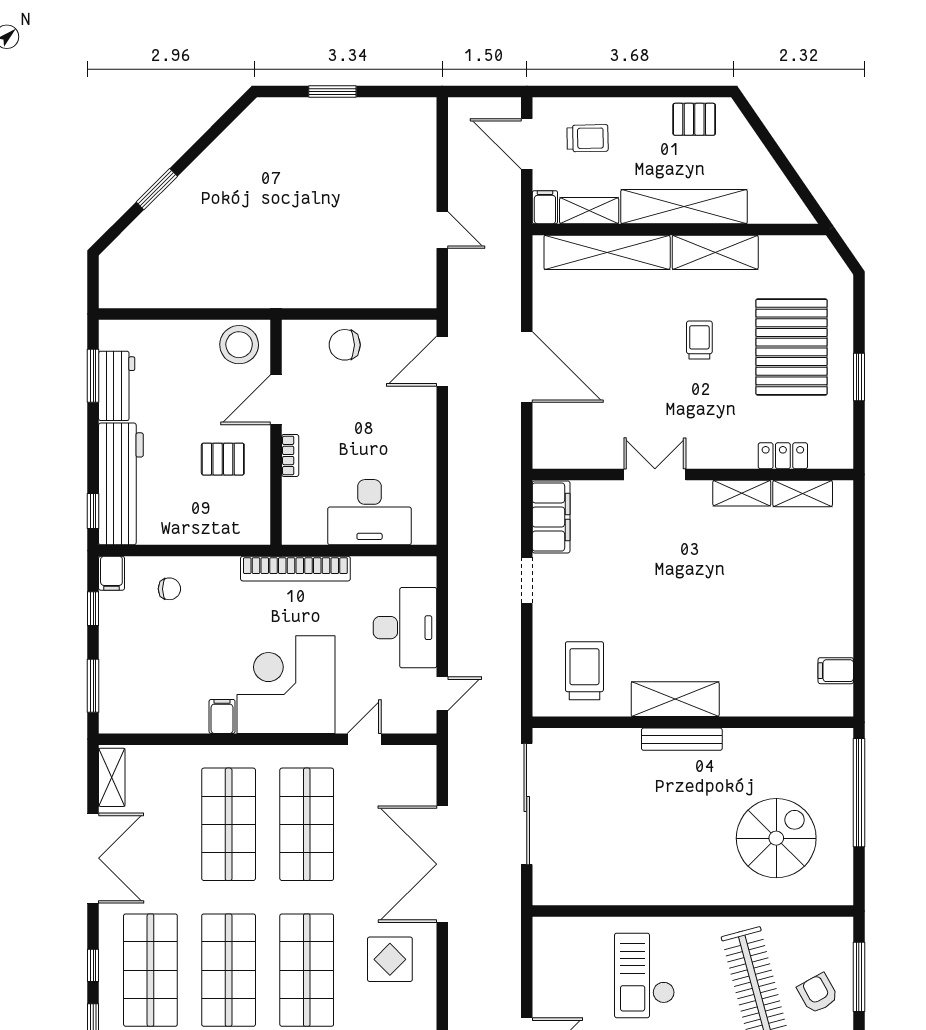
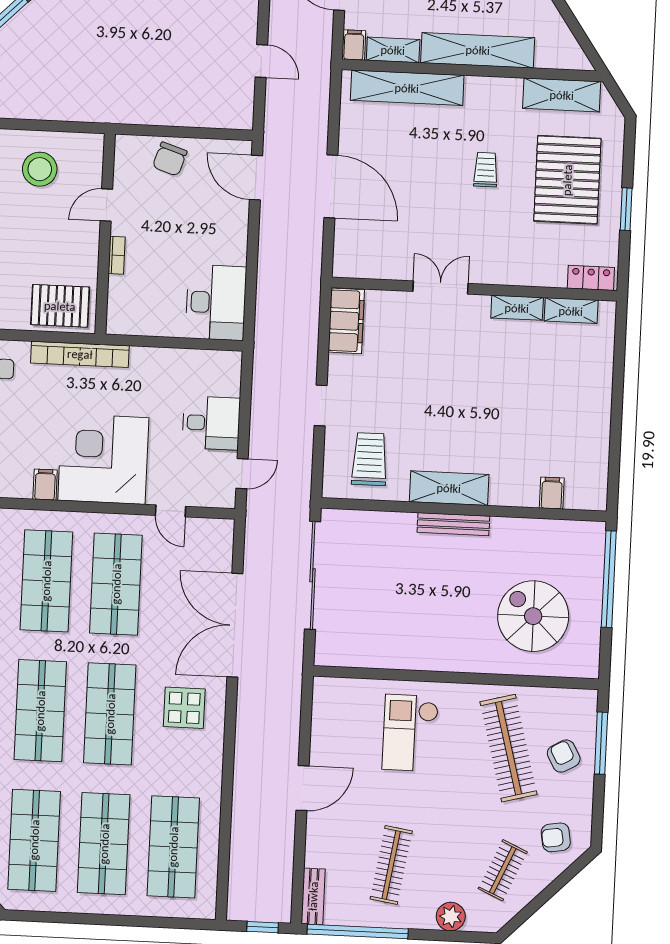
shelving: (715, 252) -> (562, 95), moved
stool: (239, 345) -> (40, 169), moved
chair: (345, 345) -> (170, 159), turned -72
door: (442, 361) -> (256, 178), hinge flipped
door: (276, 400) -> (106, 205), width x0.73
locker: (783, 456) -> (591, 278), moved
pallet: (223, 459) -> (60, 306), moved, width x1.50, depth x1.42
desk: (370, 512) -> (216, 303), moved, turned -90
bookcase: (295, 569) -> (80, 354), moved
doorway: (527, 580) -> (321, 406), moved
desk: (405, 628) -> (211, 423), width x0.73
filing cabinet: (836, 671) -> (552, 493), moved, turned 90
door: (364, 739) -> (171, 511), swing flipped
spiral stairs: (776, 838) -> (533, 616), turned -90

